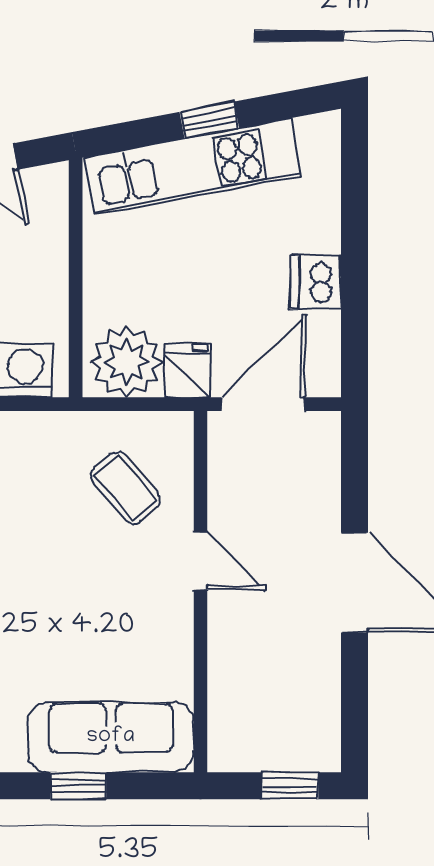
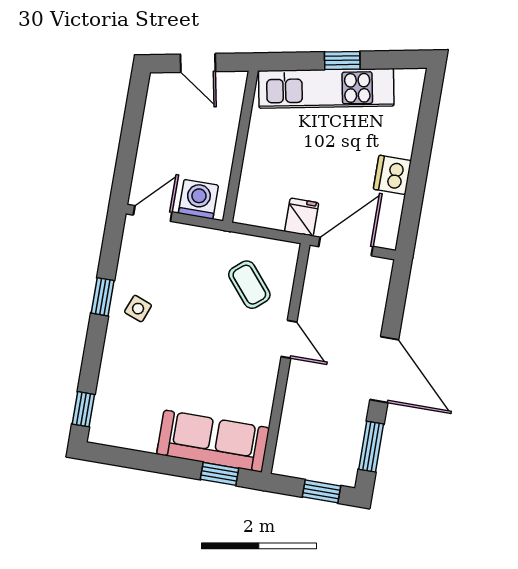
plant: (127, 362) -> (264, 205), removed
window: (355, 704) -> (371, 447), added
window: (78, 786) -> (220, 474), moved

